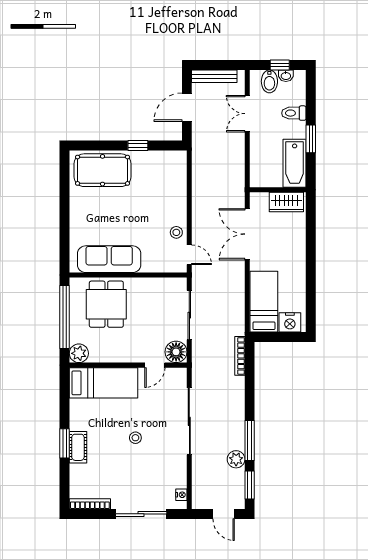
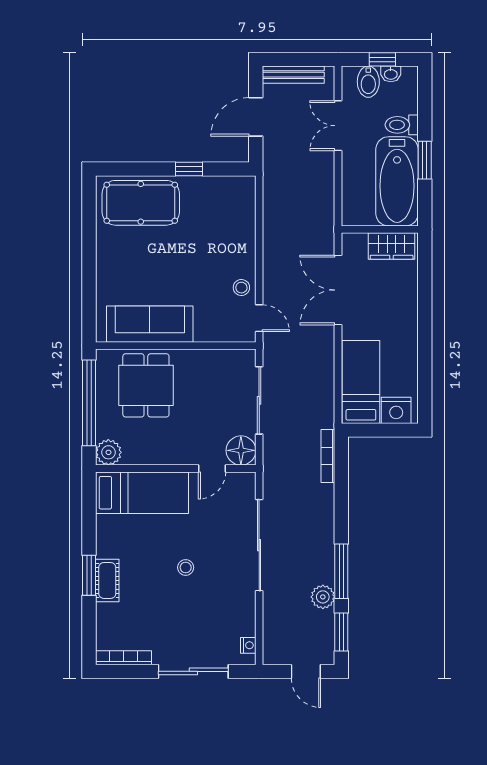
bathtub: (295, 163) -> (397, 181), width x1.36, depth x1.36

